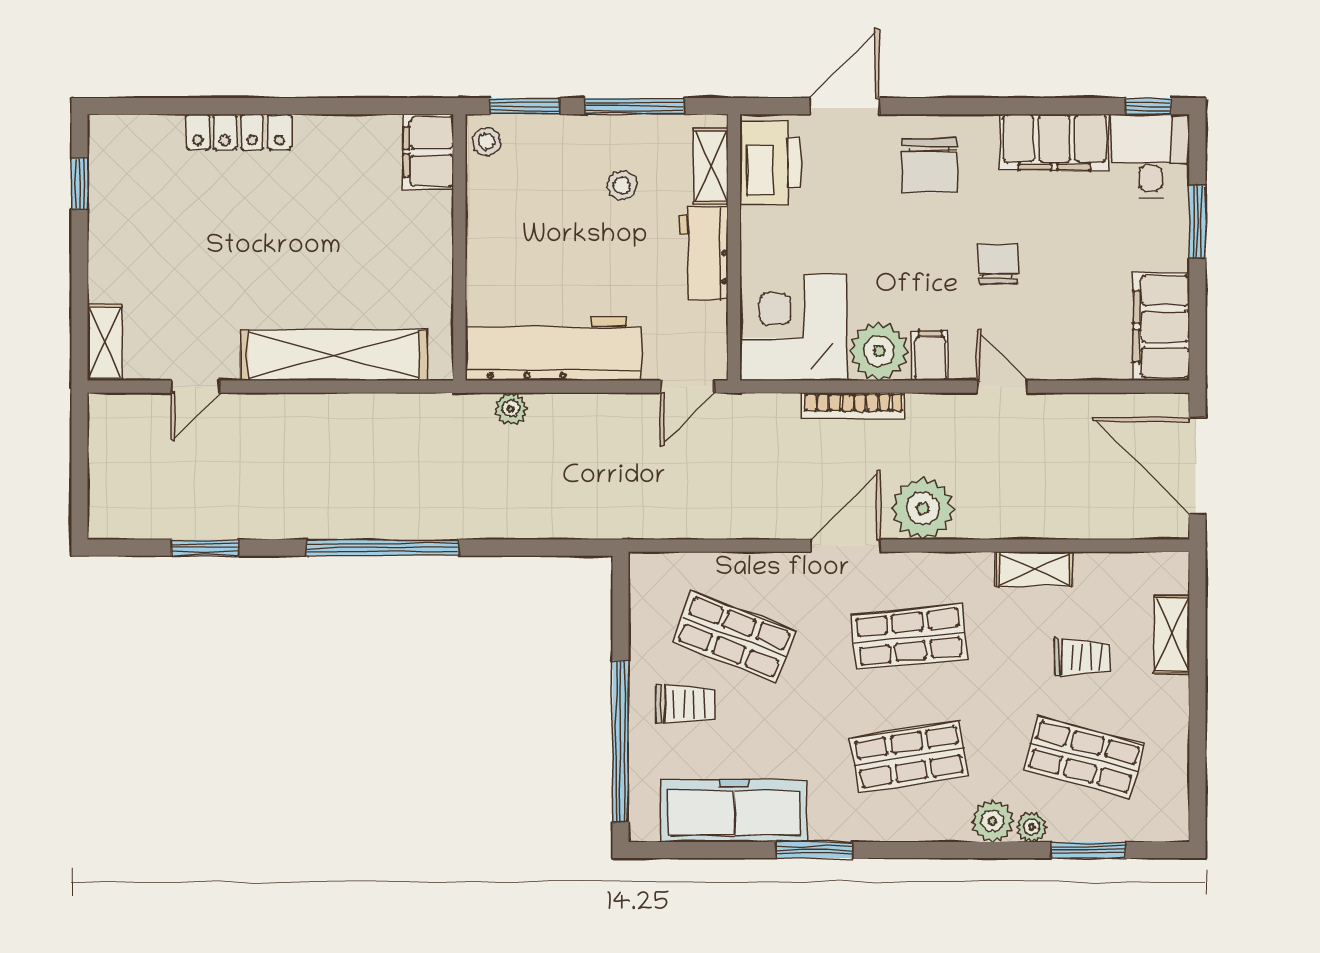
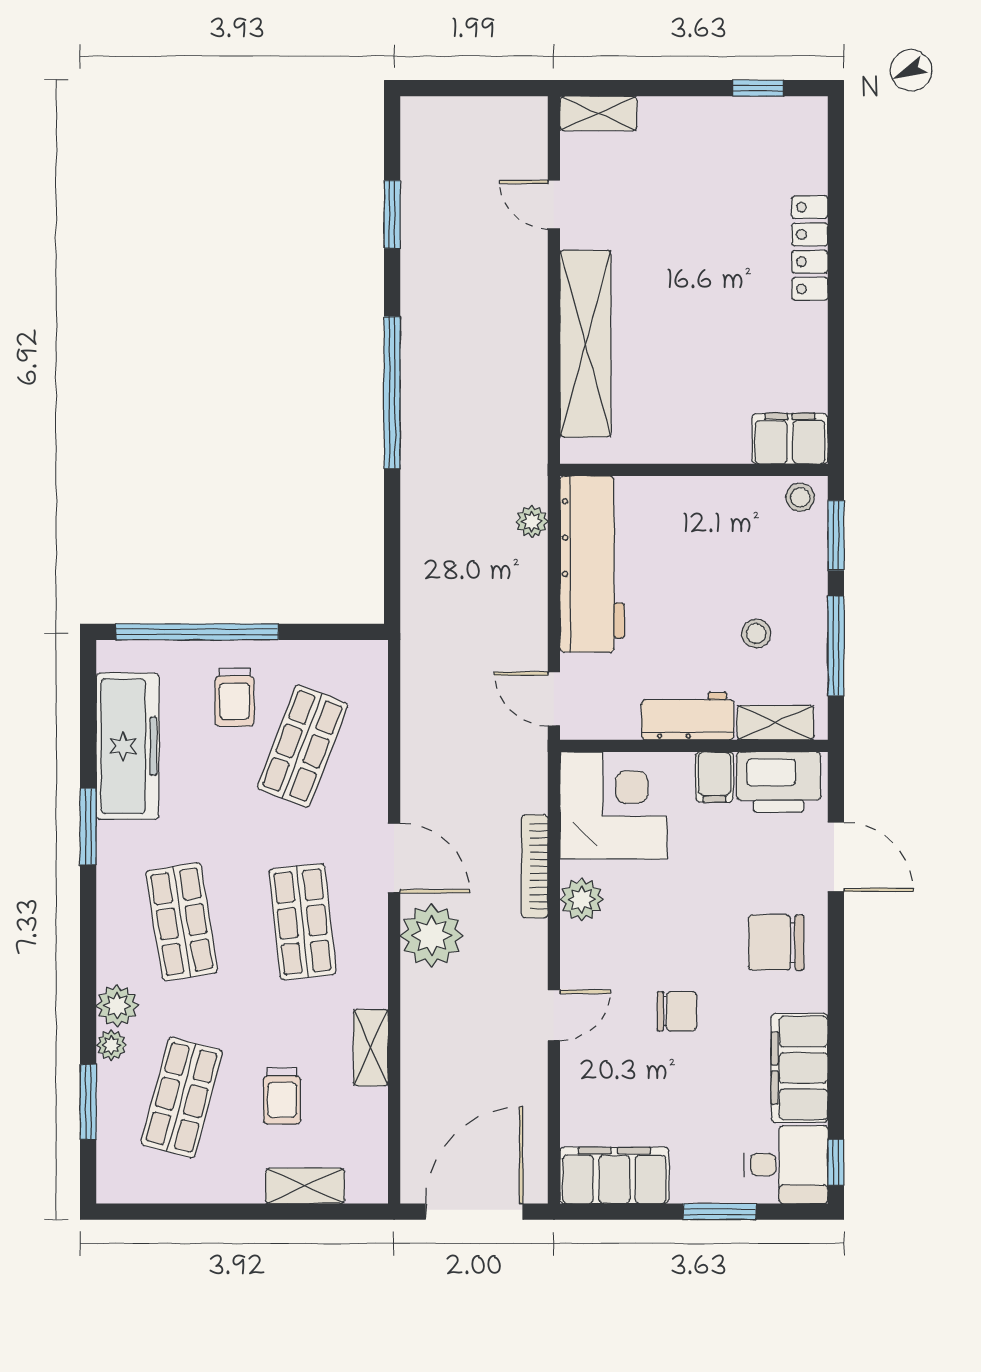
plant: (879, 351) -> (582, 900), width x0.73, depth x0.73
filing cabinet: (930, 356) -> (715, 777), moved, turned 90

